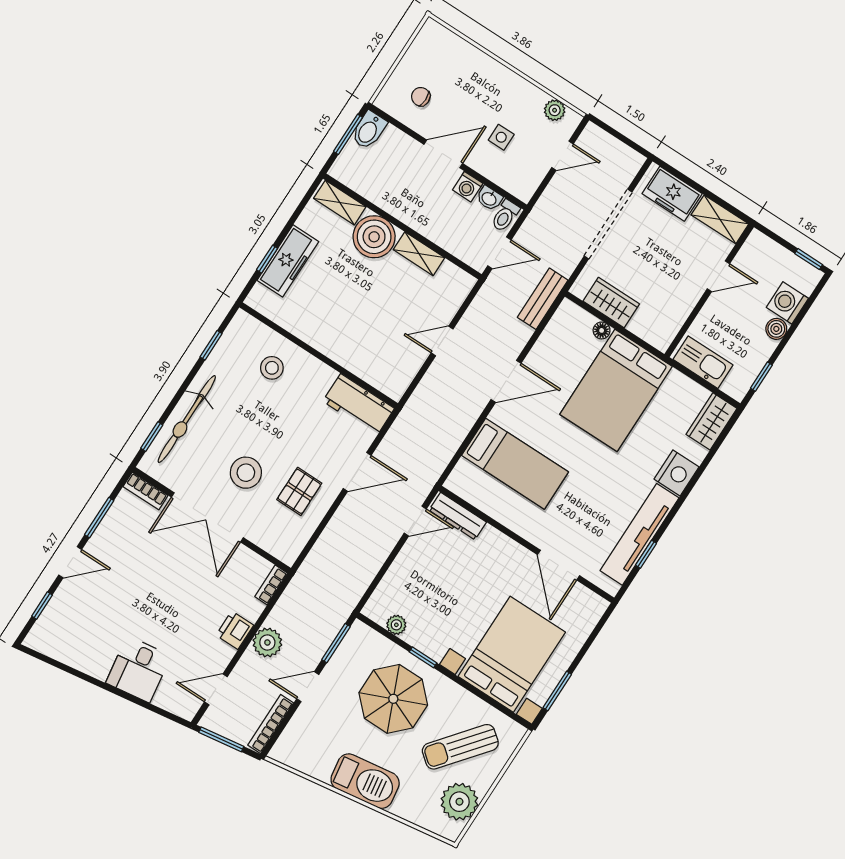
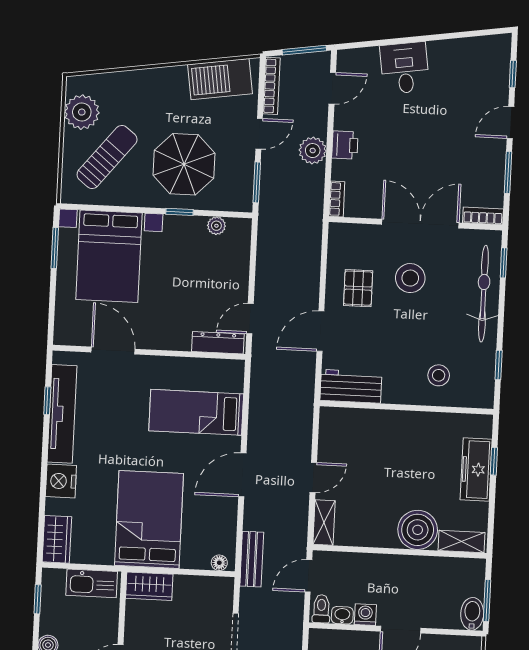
shelving: (419, 254) -> (324, 523), moved, turned 90
wardrobe: (611, 303) -> (149, 586), moved
floor lamp: (602, 330) -> (219, 563), moved
barbecue: (365, 781) -> (220, 79), moved

